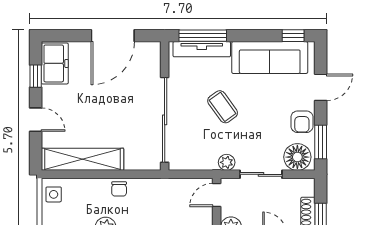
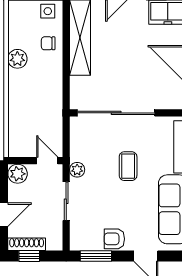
coffee table: (223, 107) -> (128, 166), turned -54
floor lamp: (297, 157) -> (82, 235), removed
chair: (119, 189) -> (48, 43), moved

